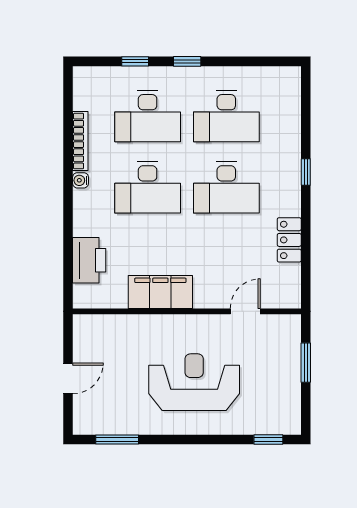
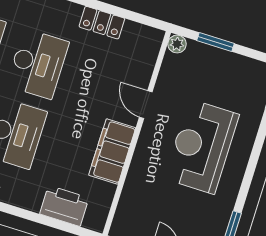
door: (245, 311) -> (146, 105), moved
plant: (291, 324) -> (177, 44), added

